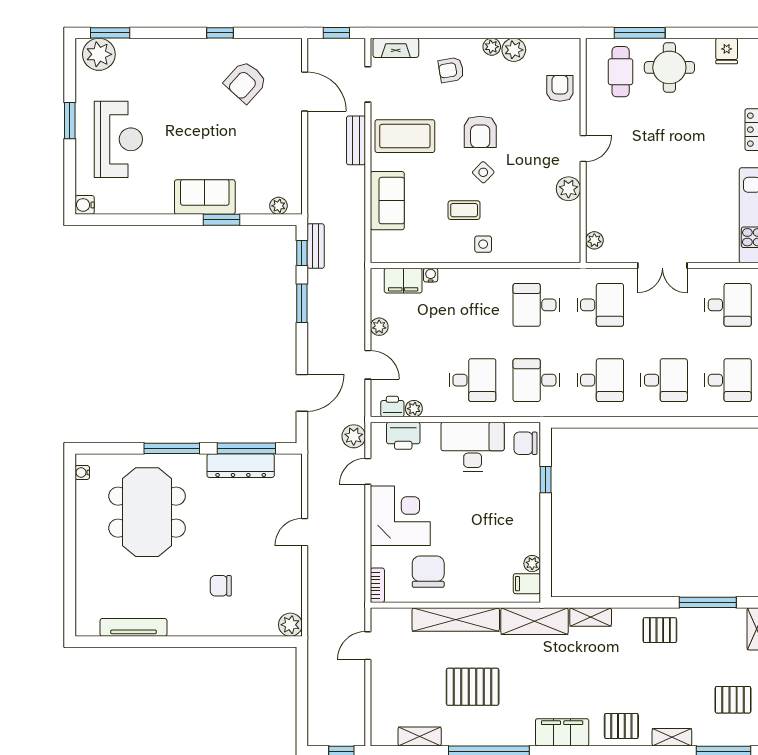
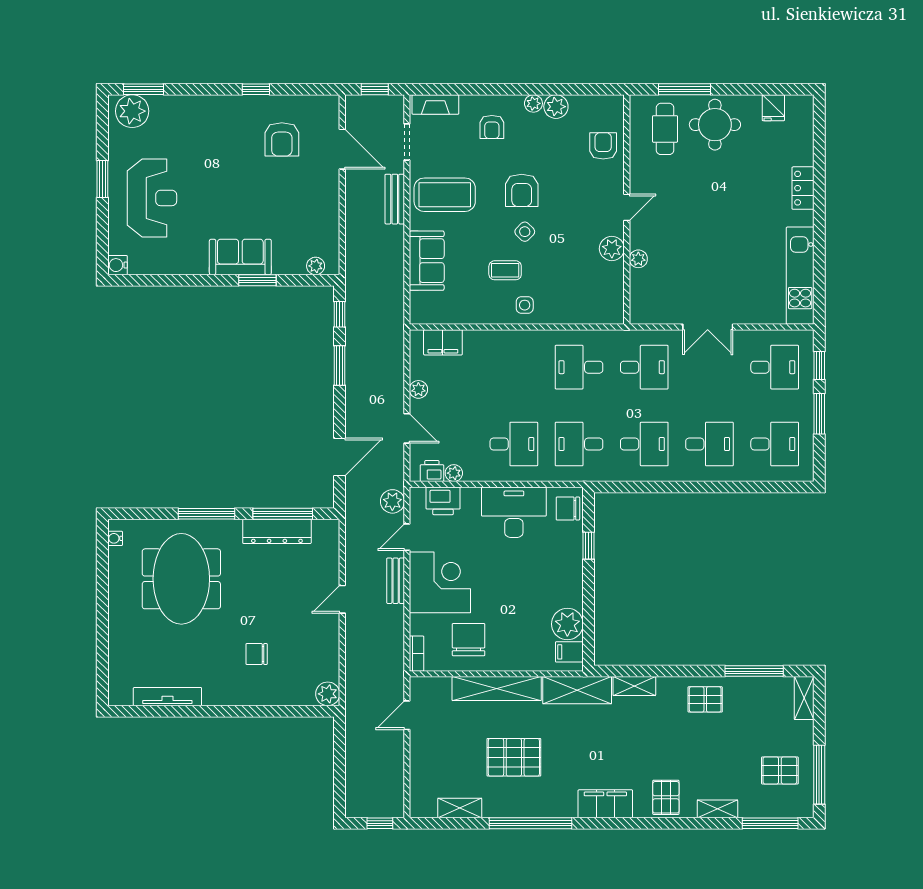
armchair: (451, 70) -> (492, 127), turned -80
armchair: (245, 82) -> (282, 139), turned -42
plant: (594, 240) -> (638, 259), moved
bench: (316, 246) -> (396, 581), moved
water cooler: (431, 275) -> (471, 337), removed
plant: (532, 564) -> (567, 624), width x1.88, depth x1.88
pallet: (621, 726) -> (666, 797), turned 90

